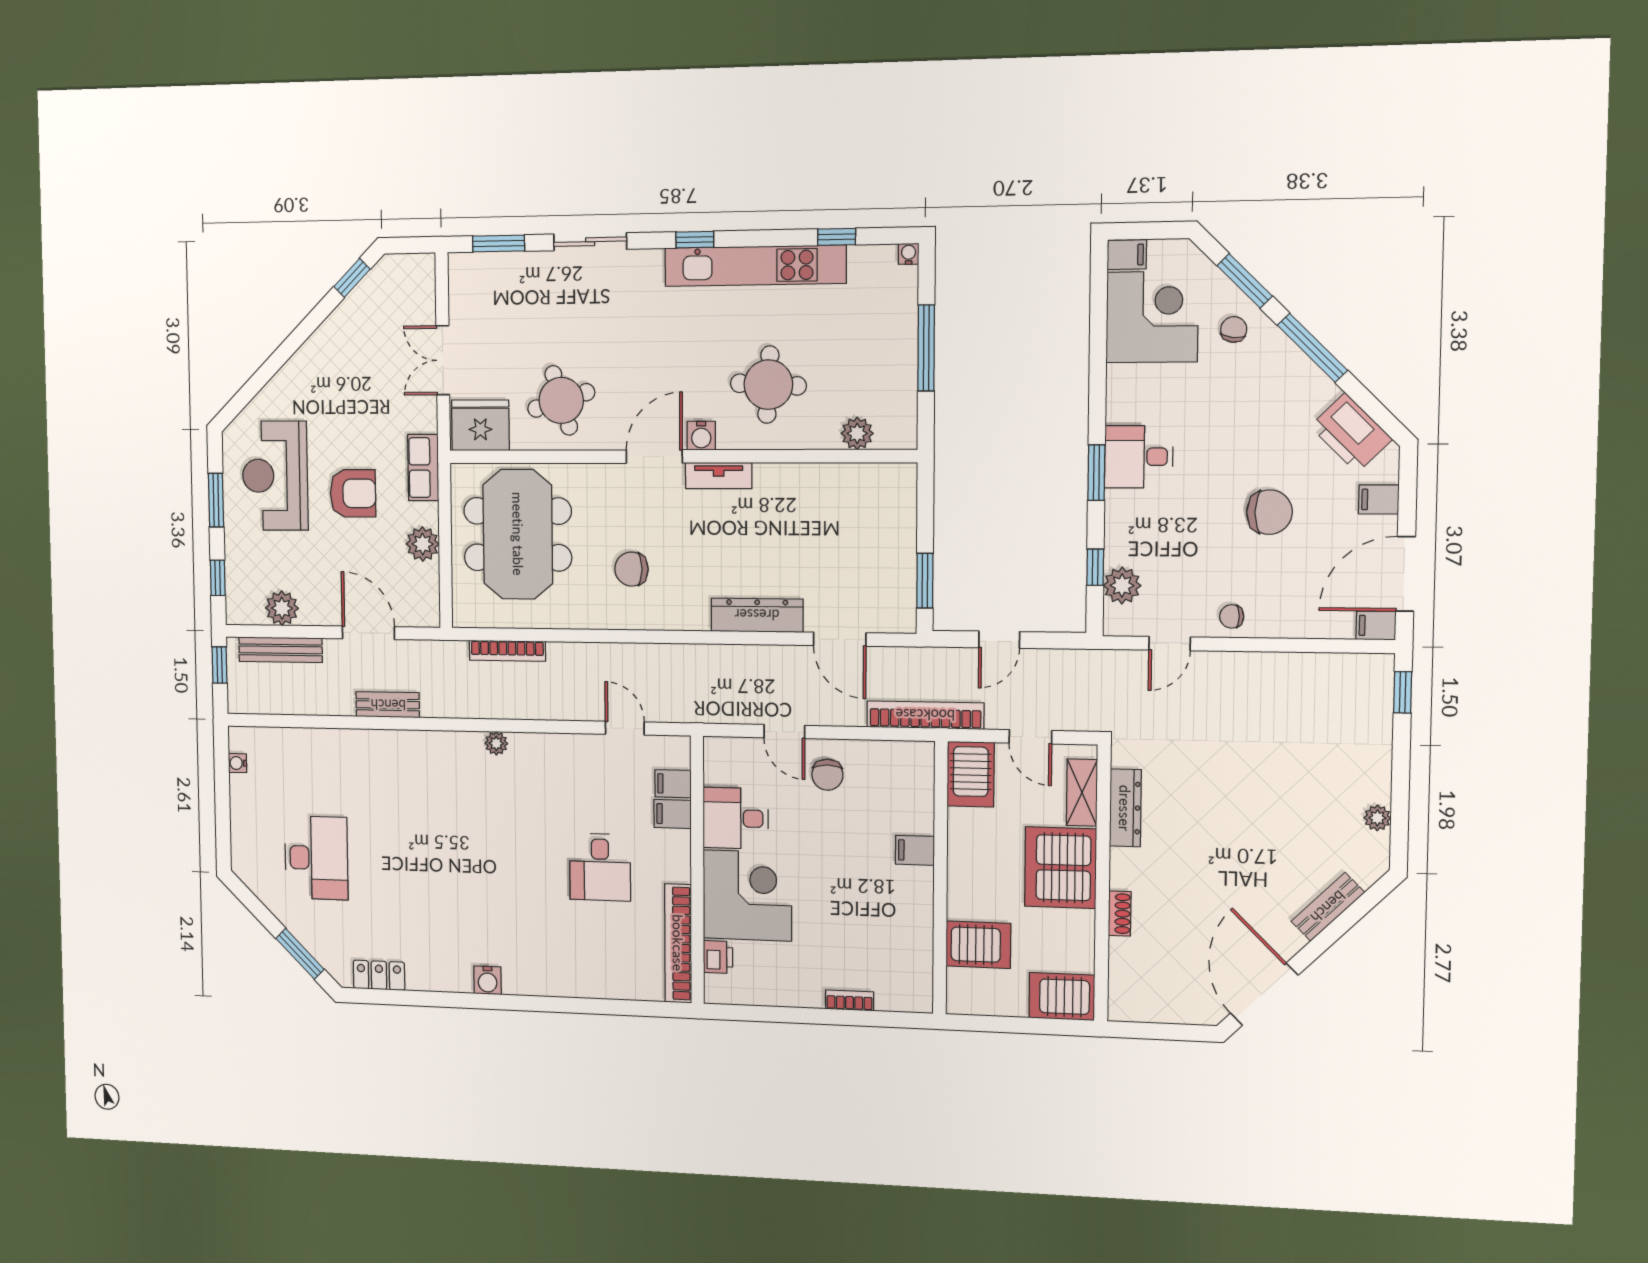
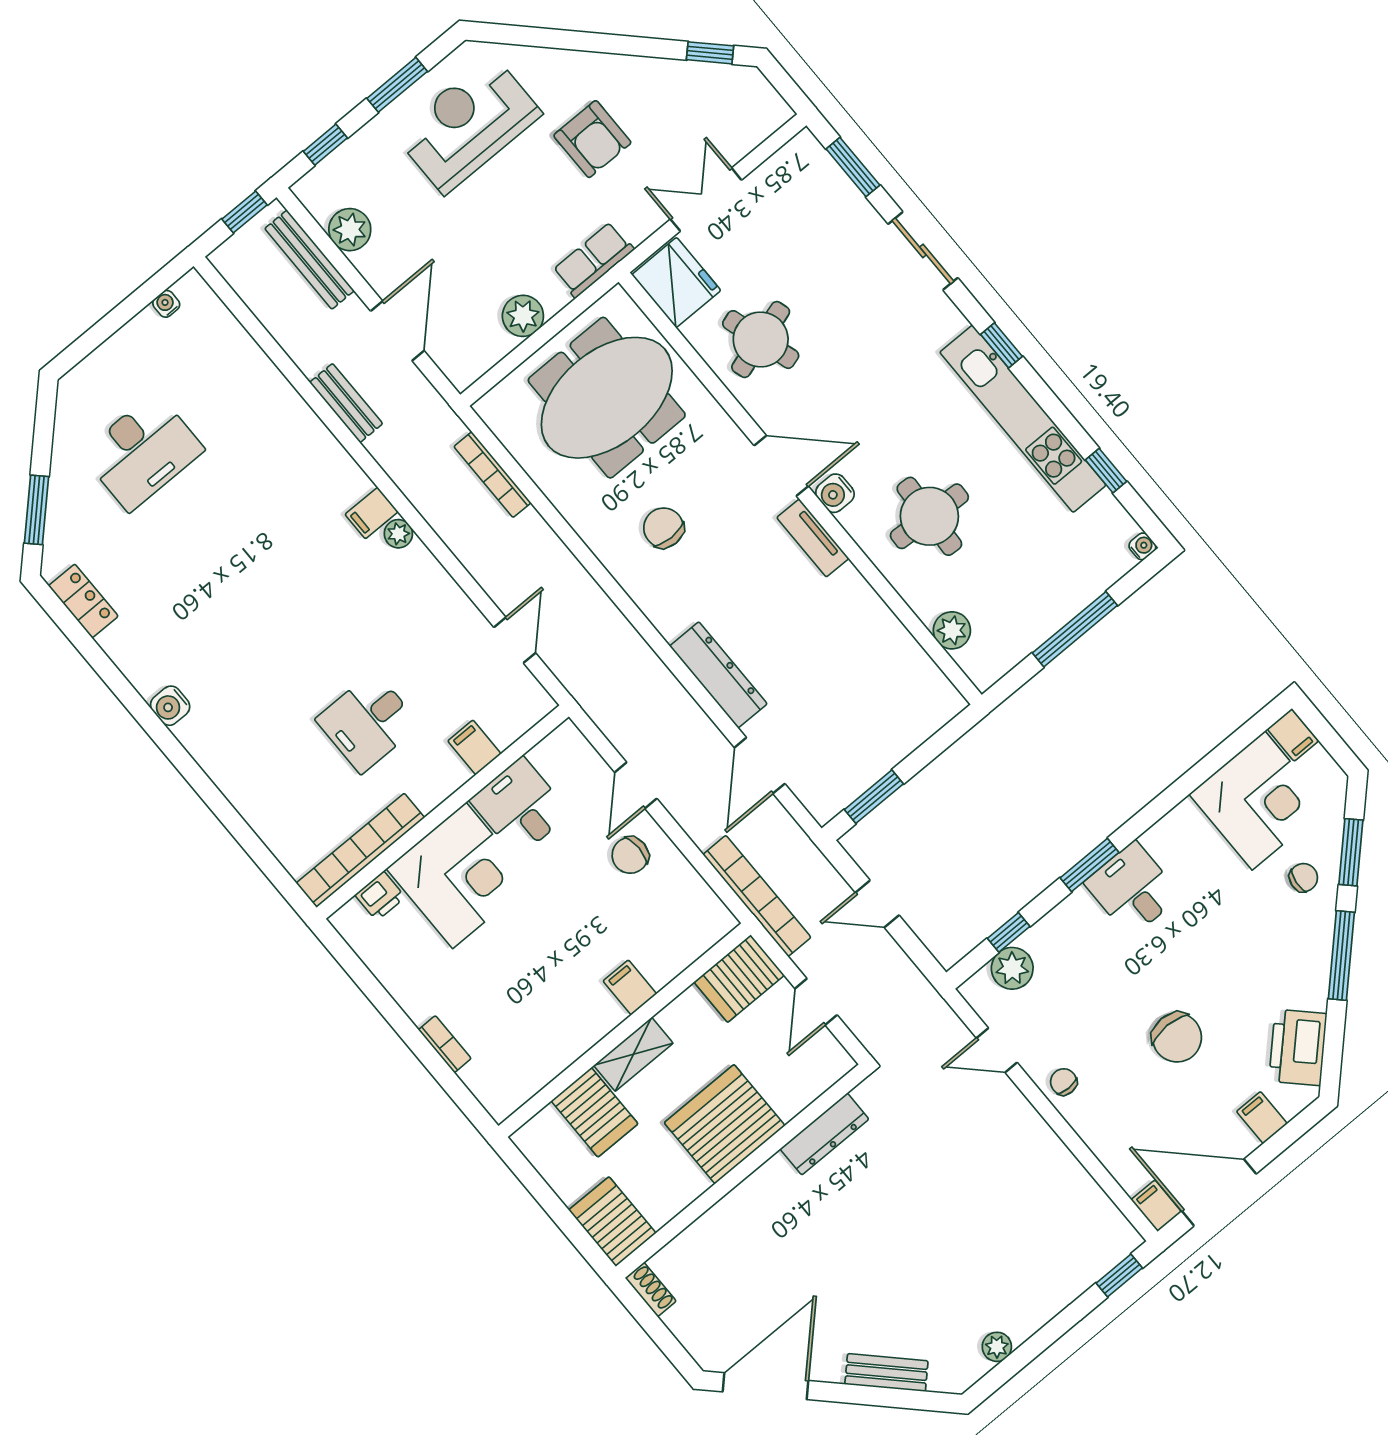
armchair: (353, 493) -> (592, 139), moved
filing cabinet: (673, 784) -> (372, 513), moved, turned -90
shelving: (1082, 793) -> (633, 1054), moved
shoe rack: (1120, 914) -> (651, 1290), moved, turned -90

